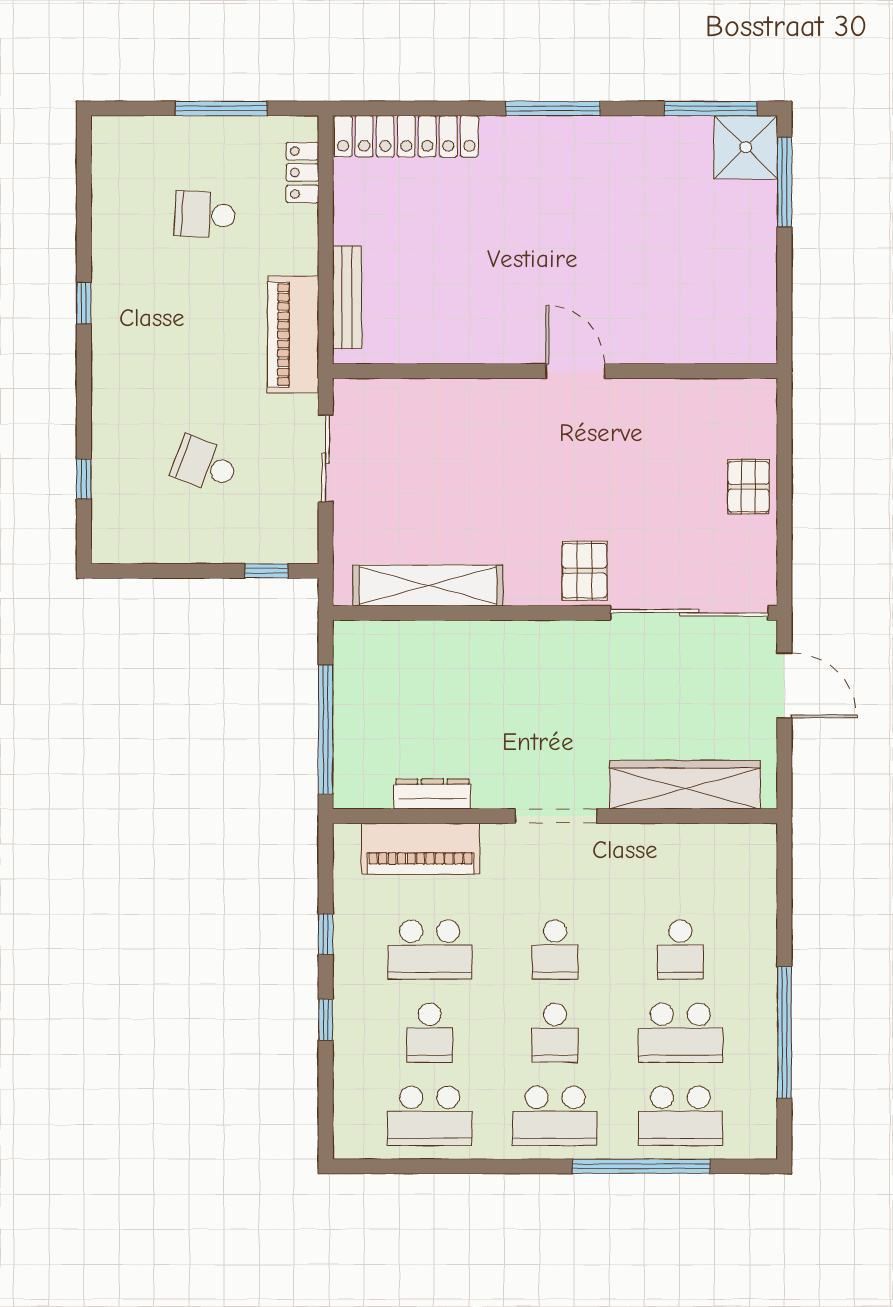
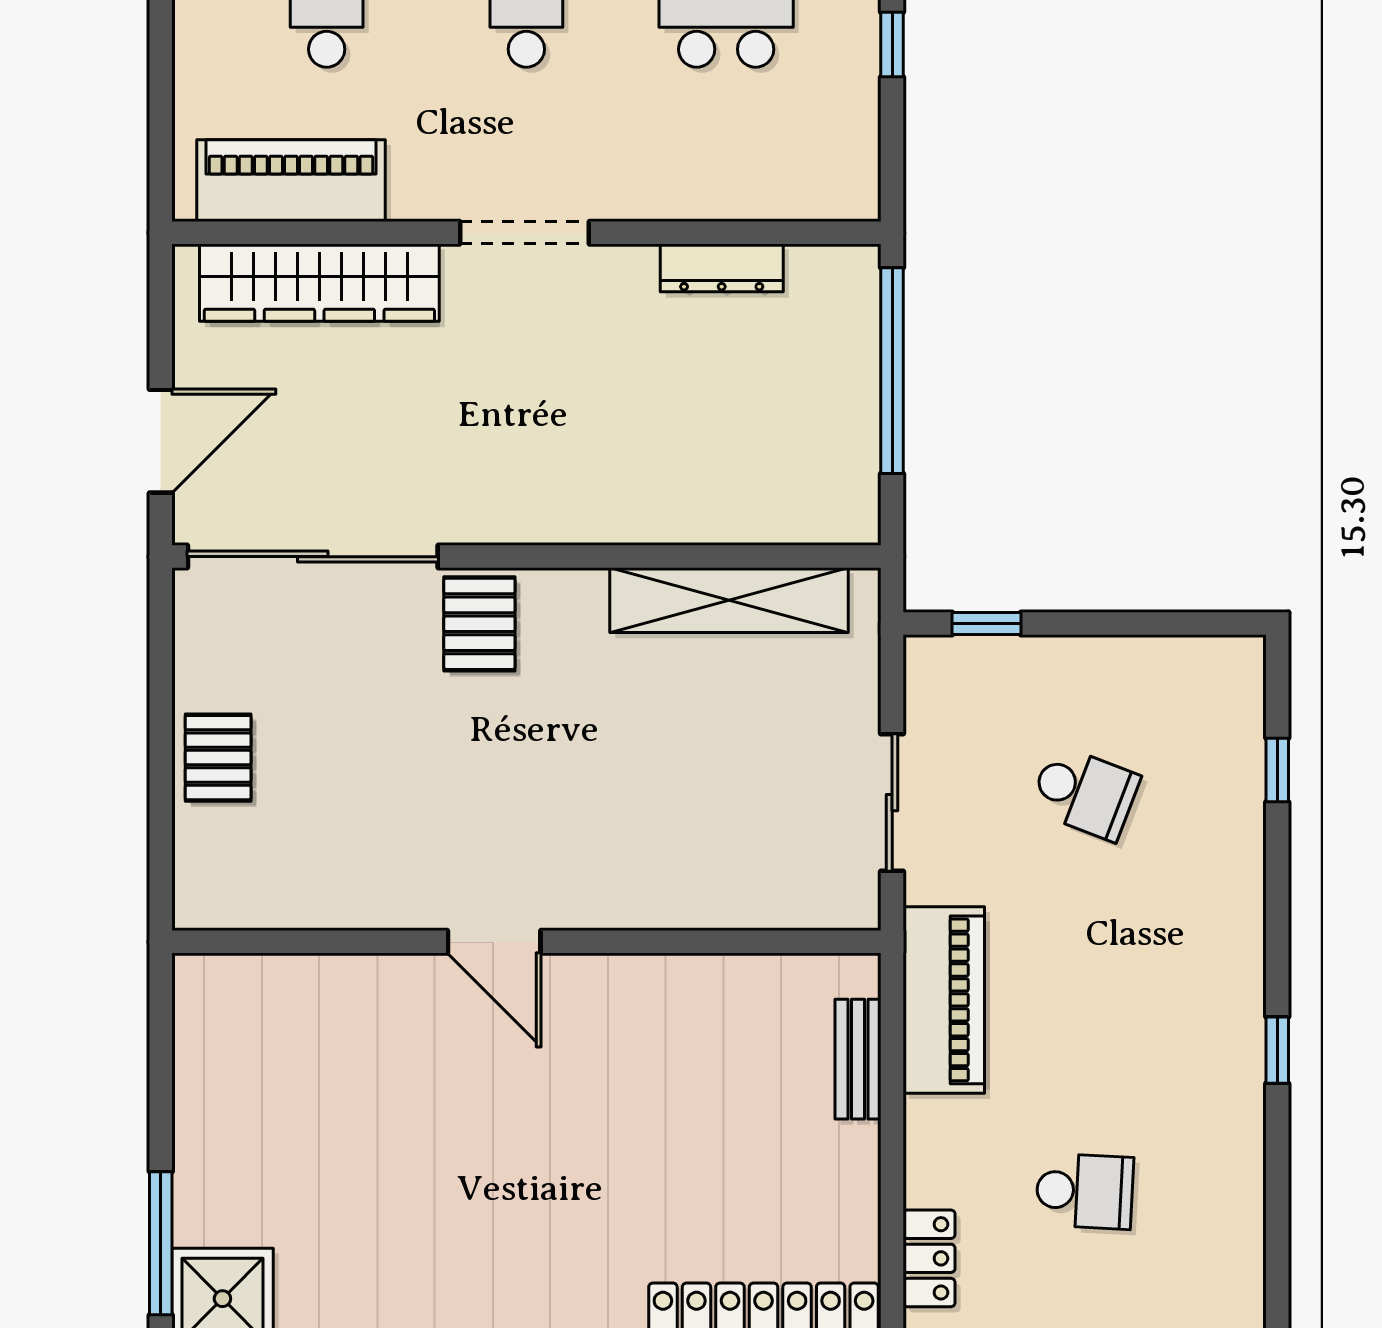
bench: (347, 297) -> (858, 1059), width x0.73
door: (784, 685) -> (161, 441), swing flipped
piano: (421, 849) -> (291, 181), moved

